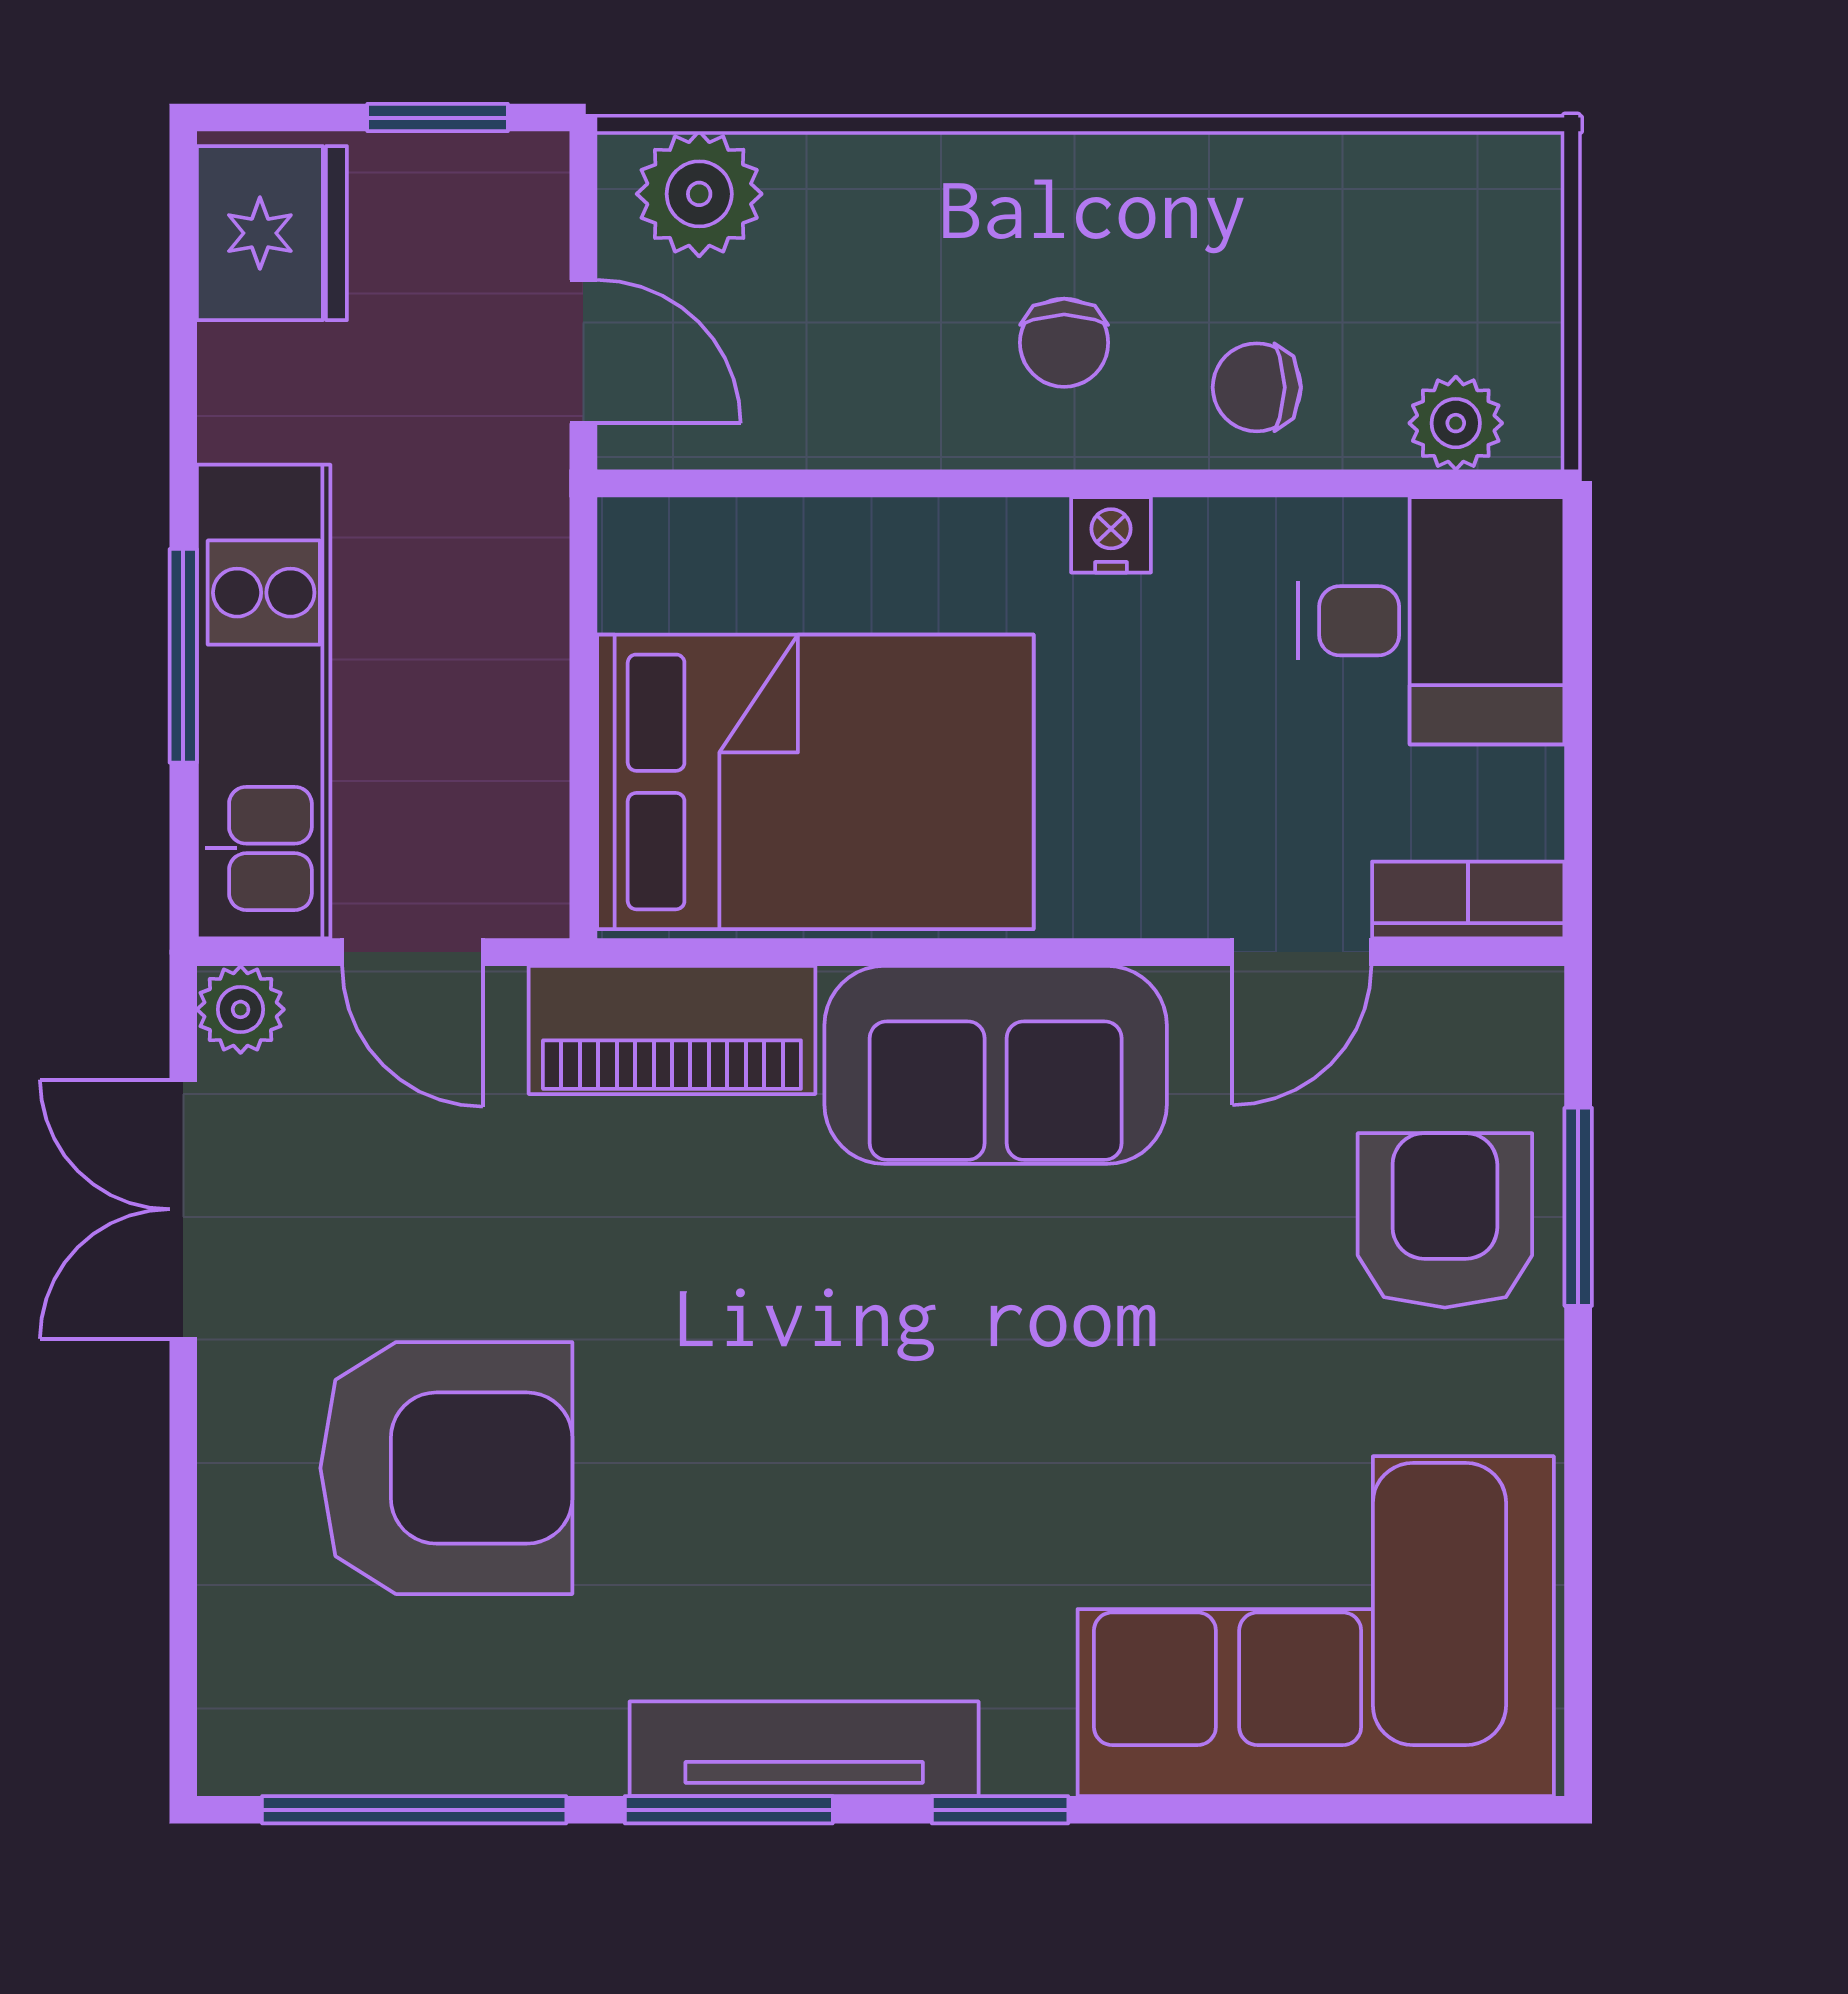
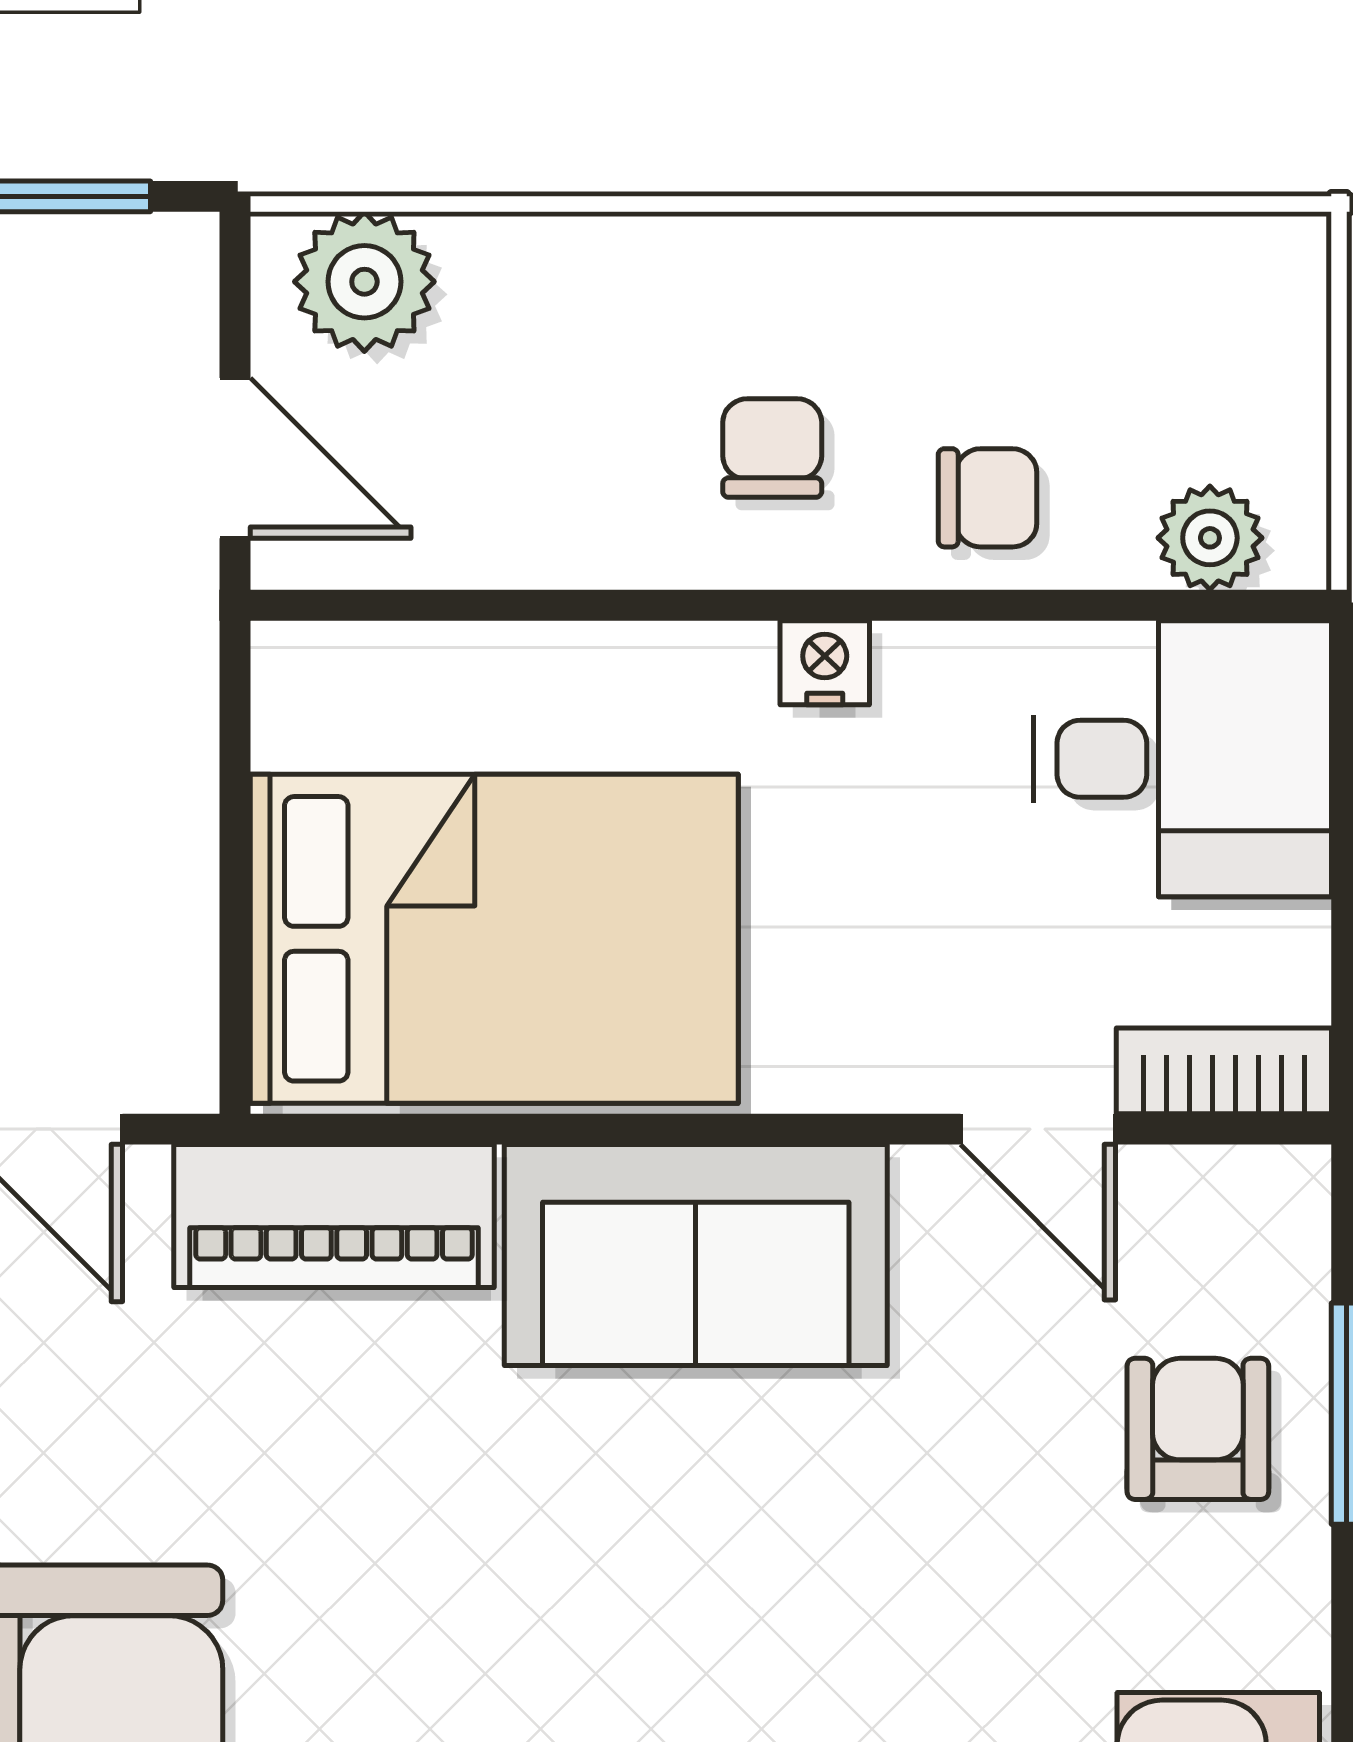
chair: (1064, 343) -> (772, 448), turned 180
chair: (1257, 387) -> (988, 498), turned 180
door: (1302, 952) -> (1038, 1129), hinge flipped
armchair: (1445, 1220) -> (1198, 1429), width x0.72, depth x0.72

